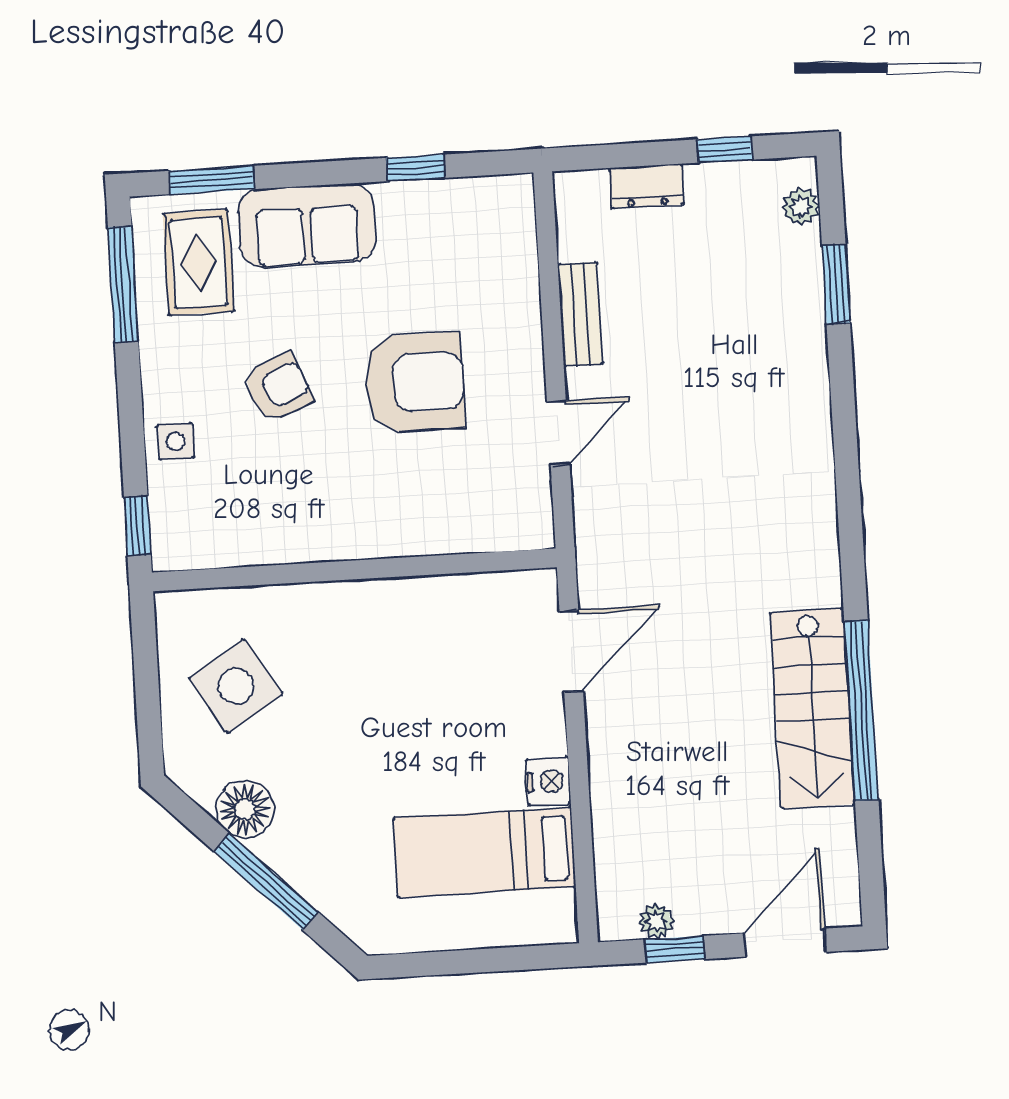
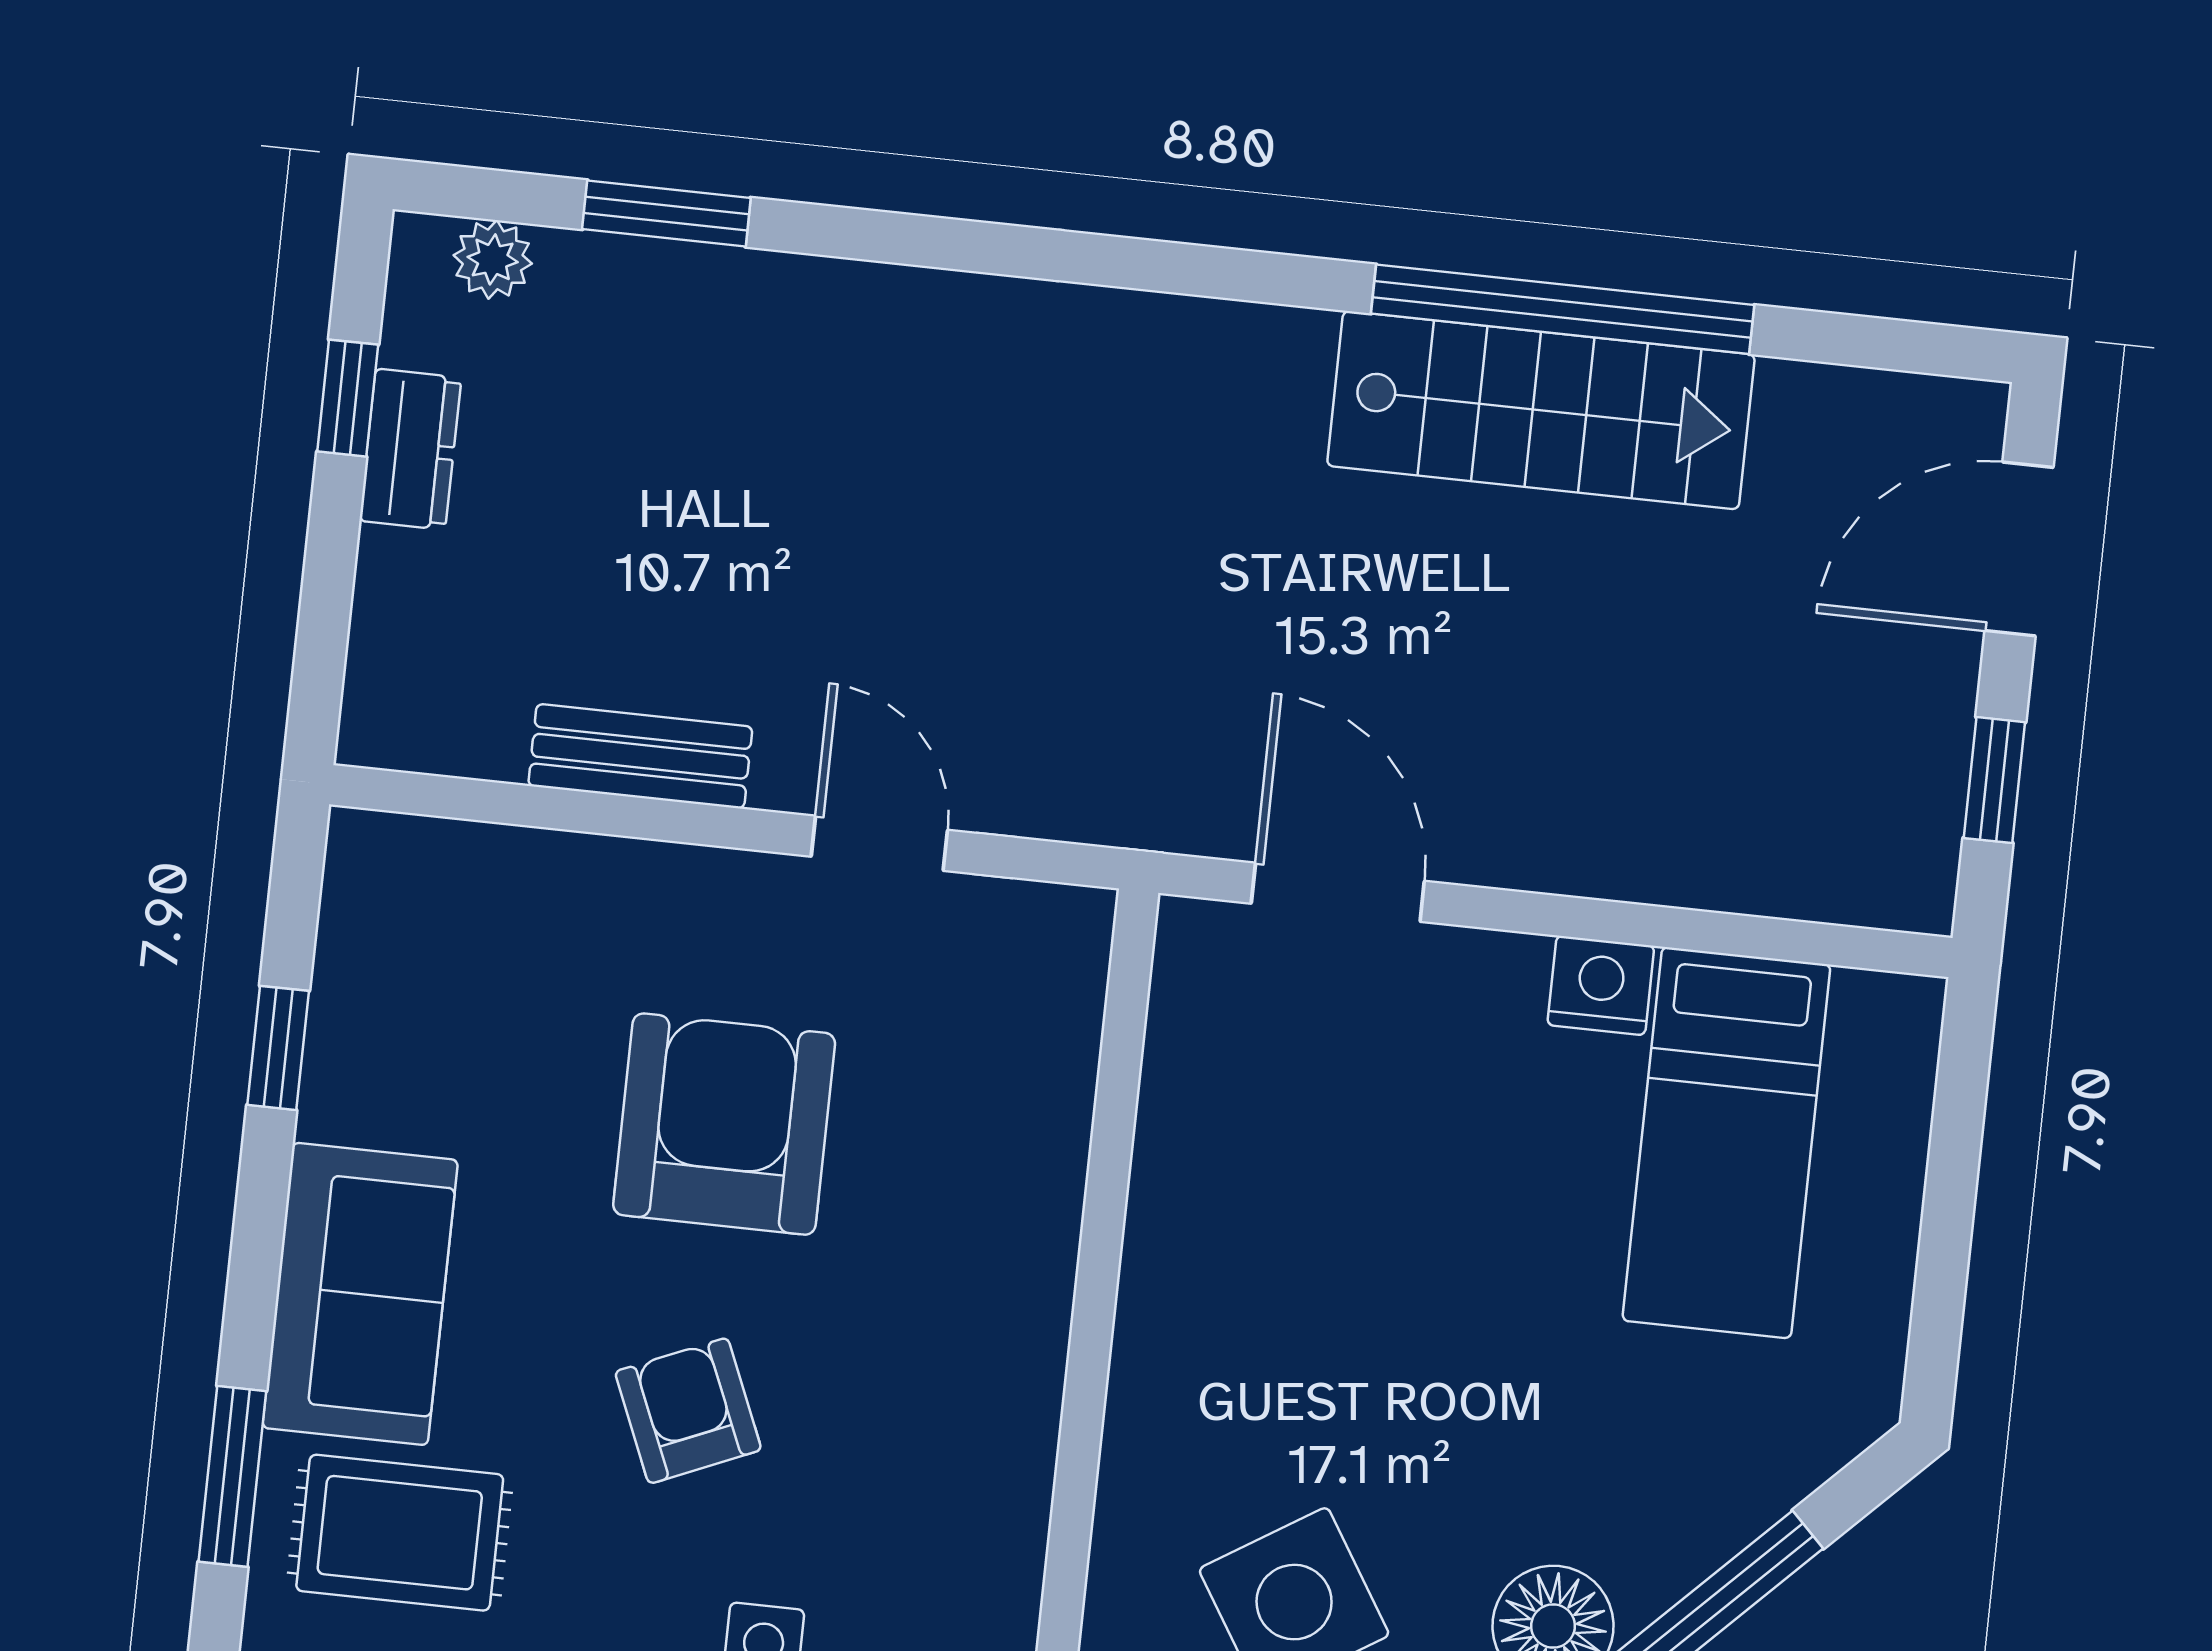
dresser: (647, 186) -> (410, 449), moved
plant: (656, 921) -> (1929, 809), removed
door: (785, 943) -> (2019, 549), hinge flipped

